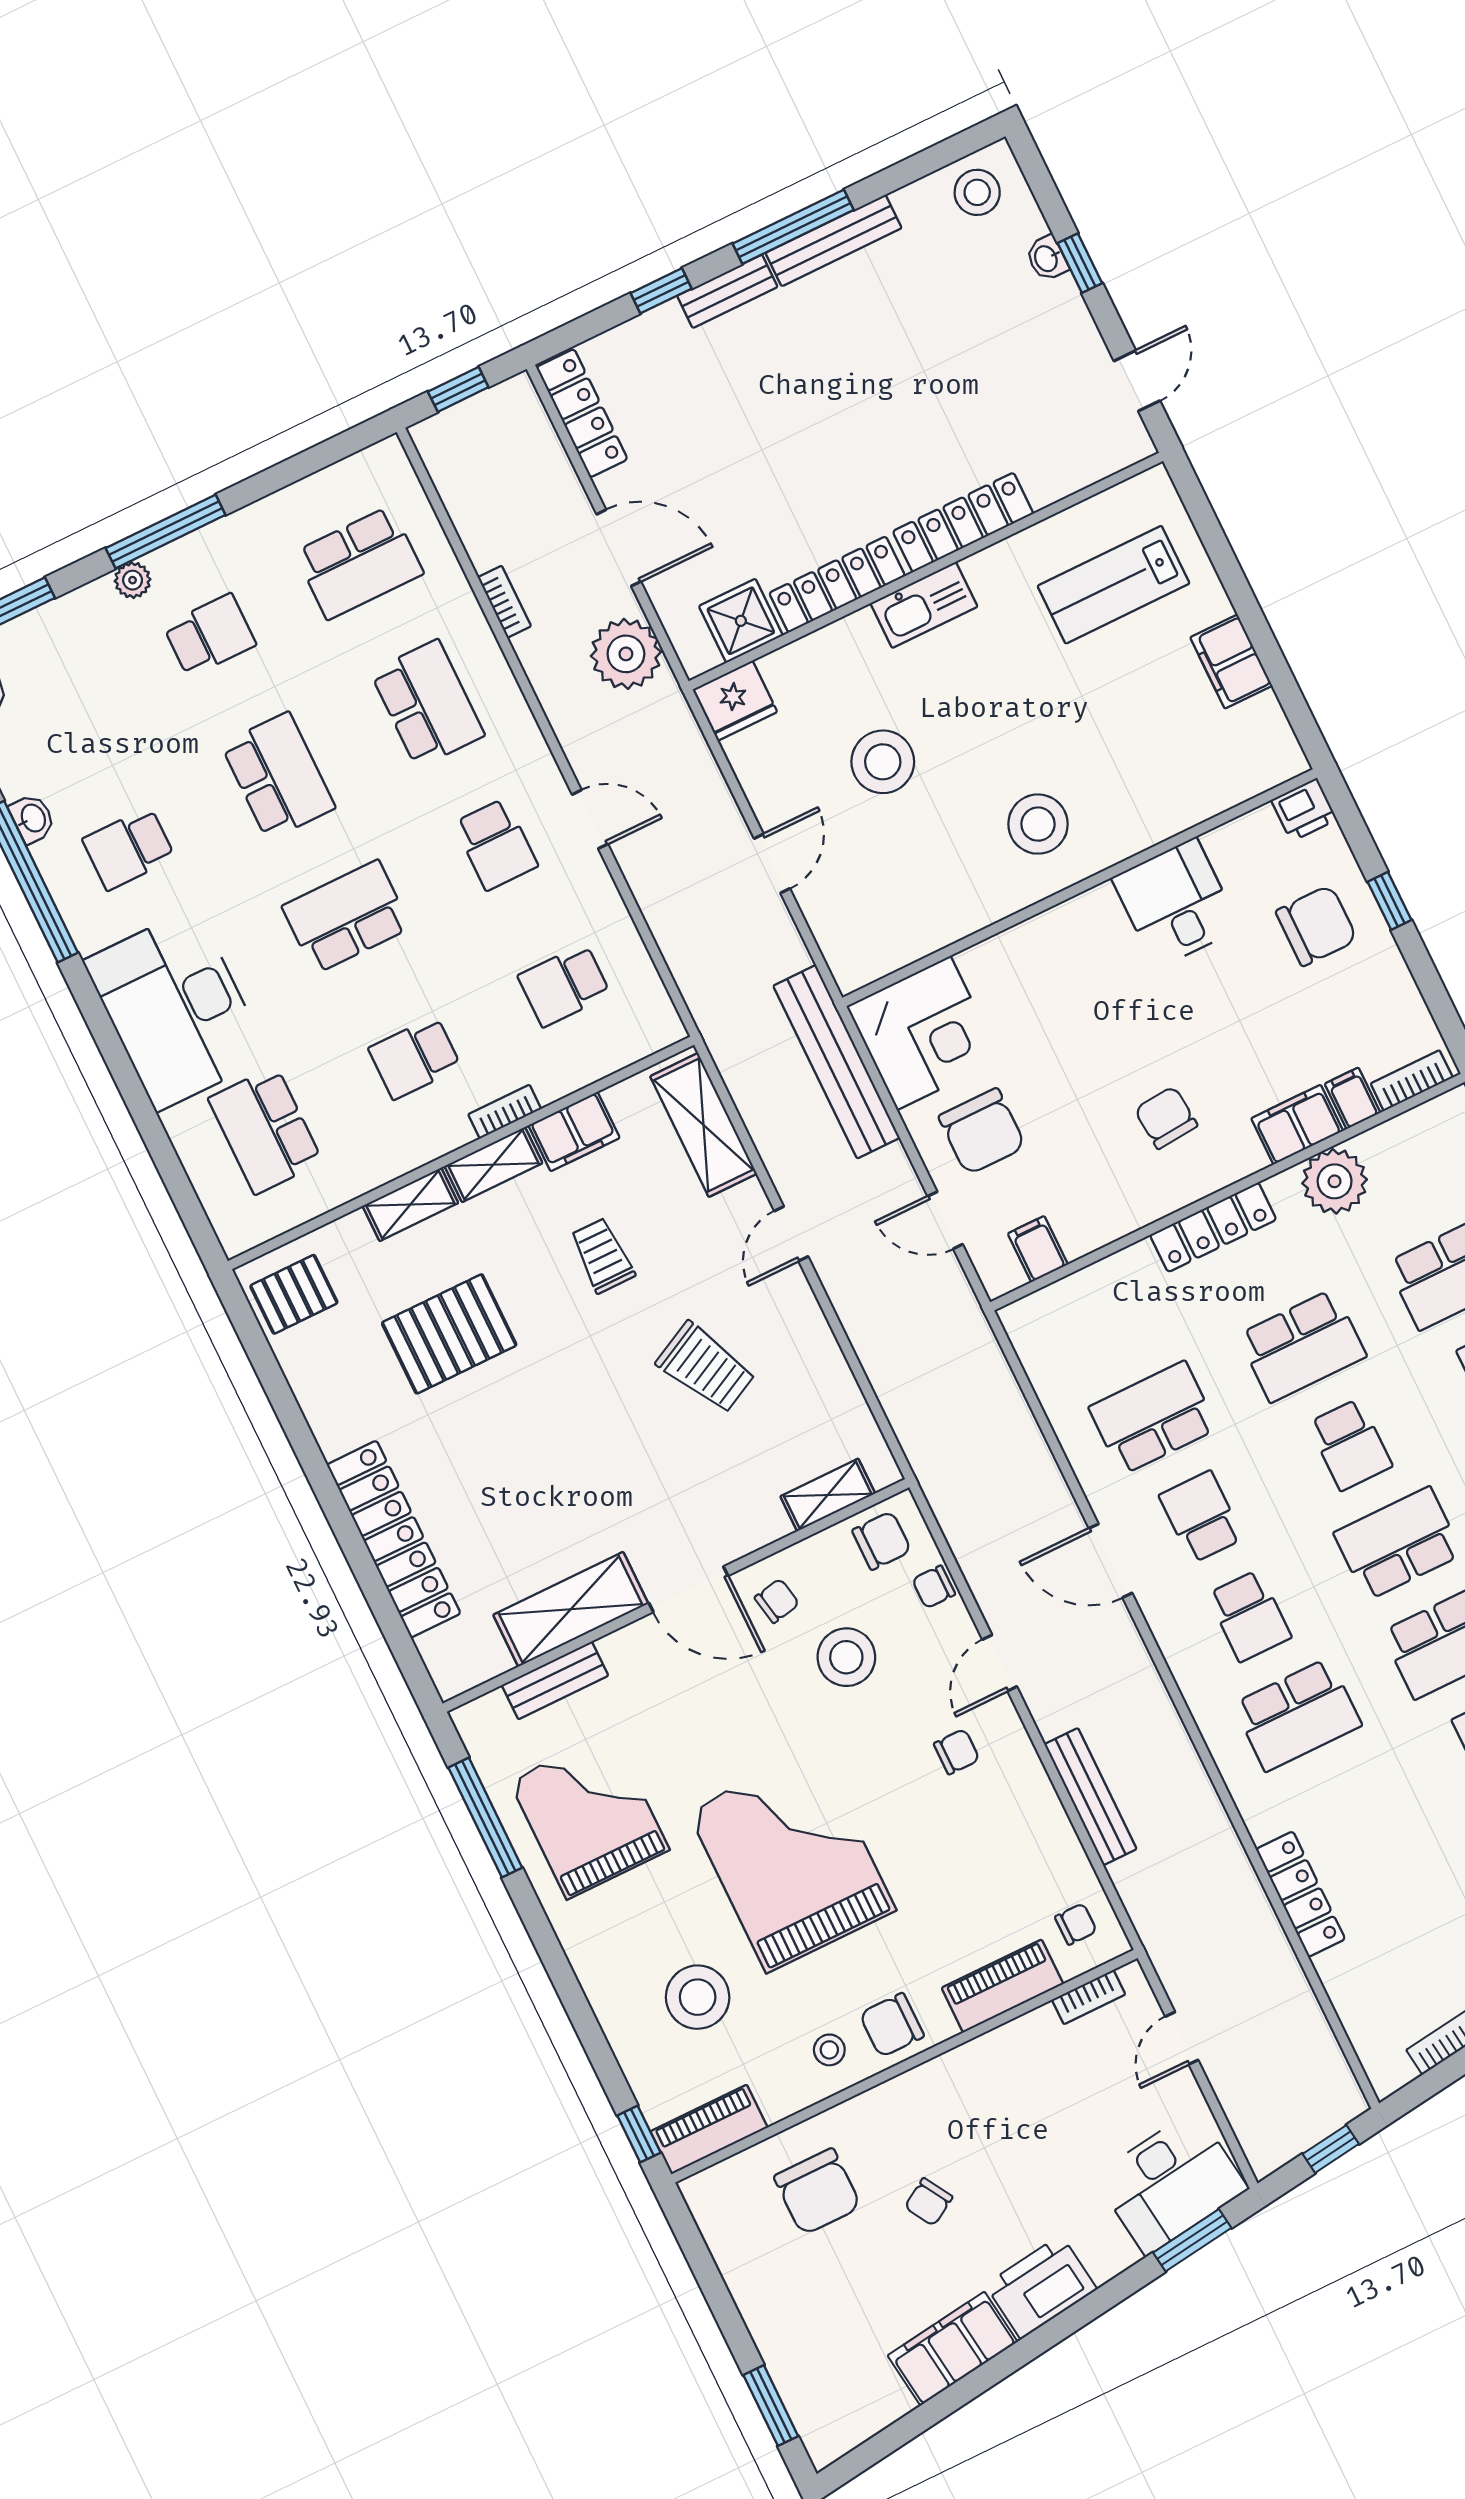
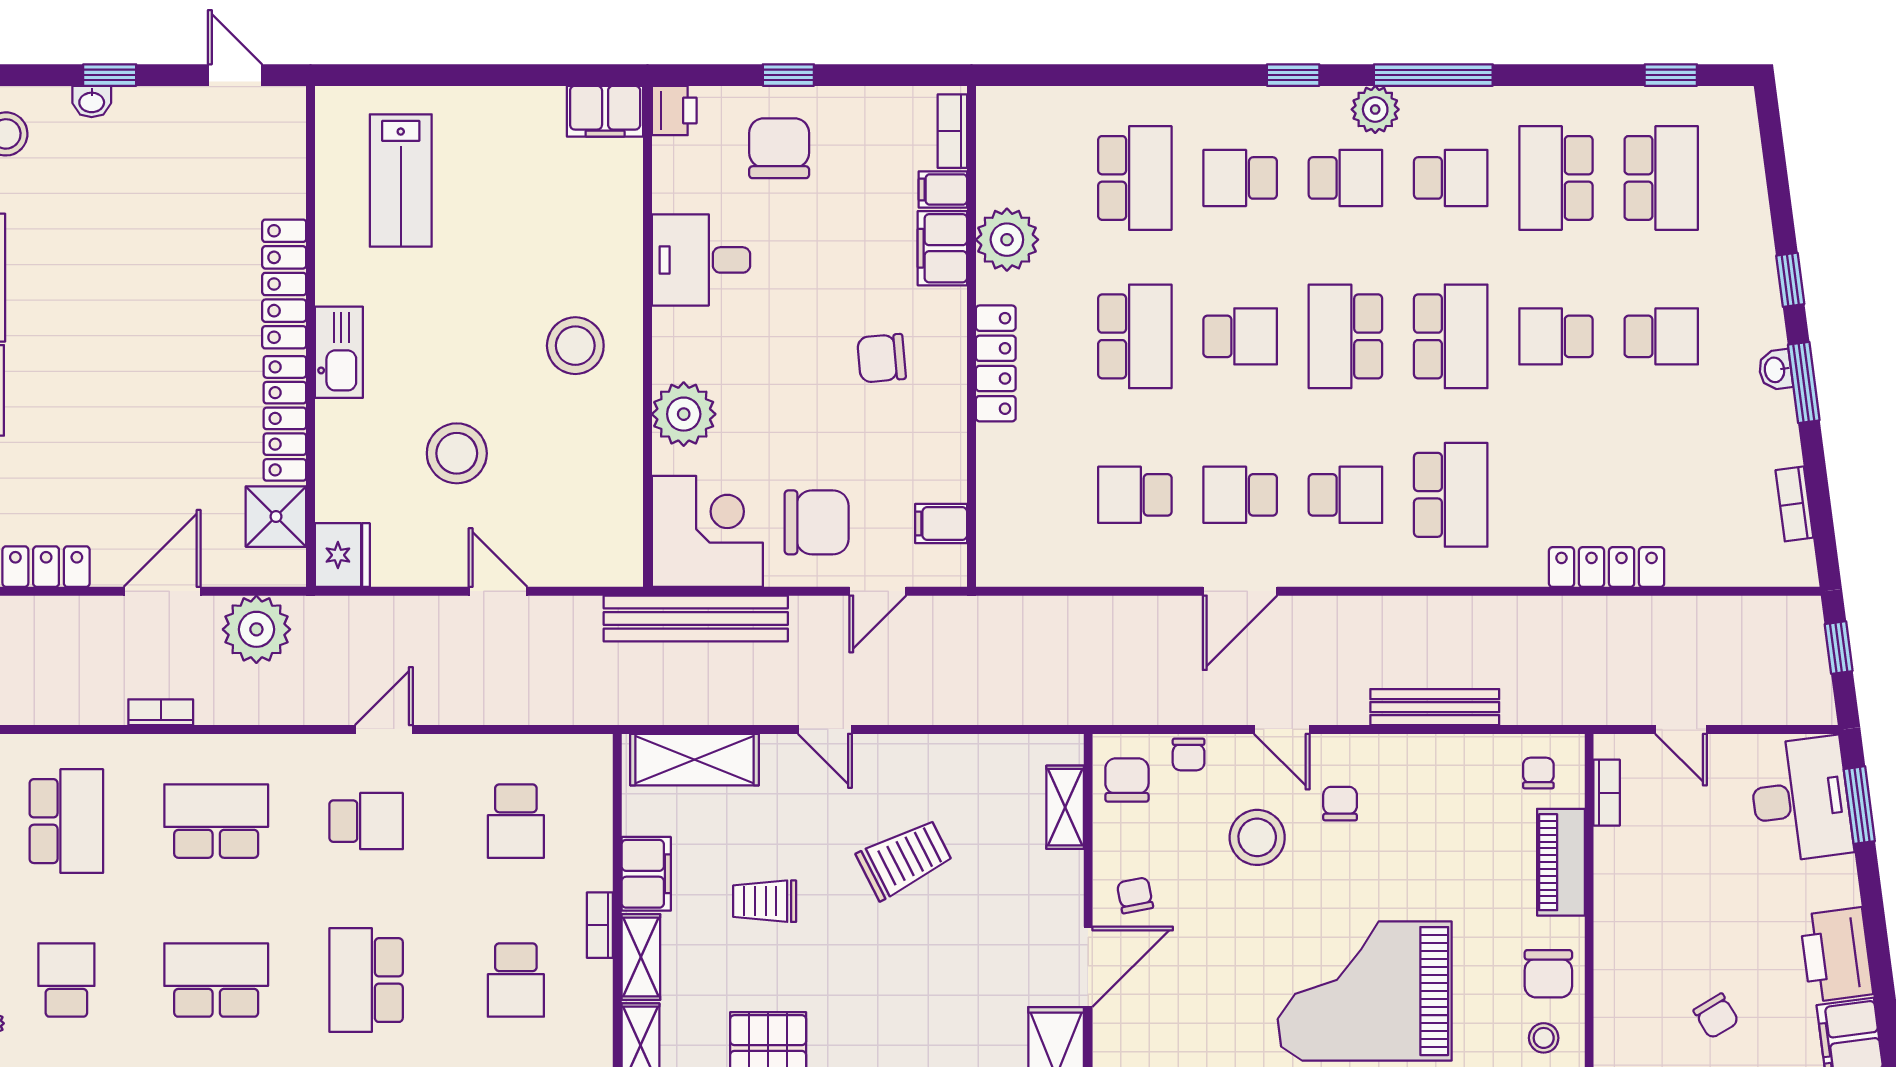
filing cabinet: (1231, 661) -> (605, 111), moved
plant: (1023, 957) -> (684, 414), added
school desk: (1153, 1418) -> (1135, 495), width x0.54
stool: (846, 1657) -> (1257, 837), moved

